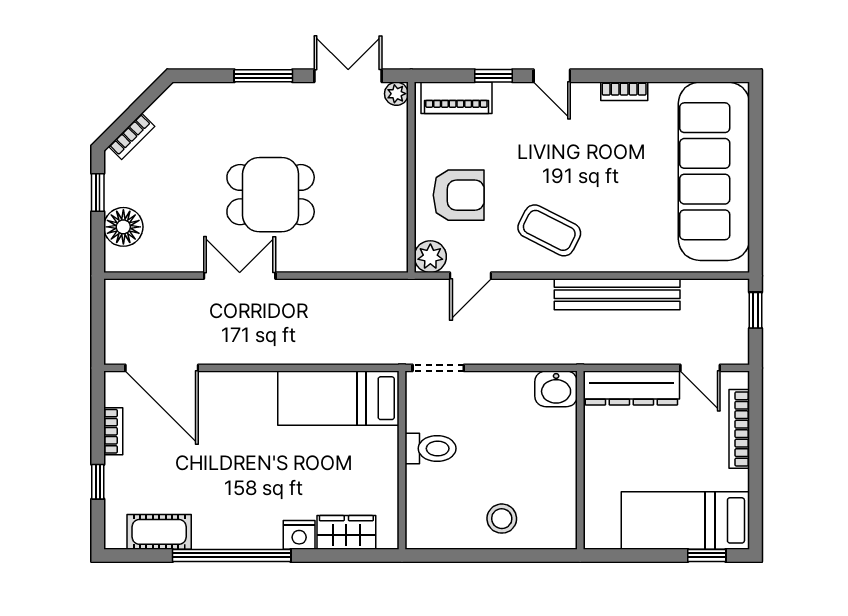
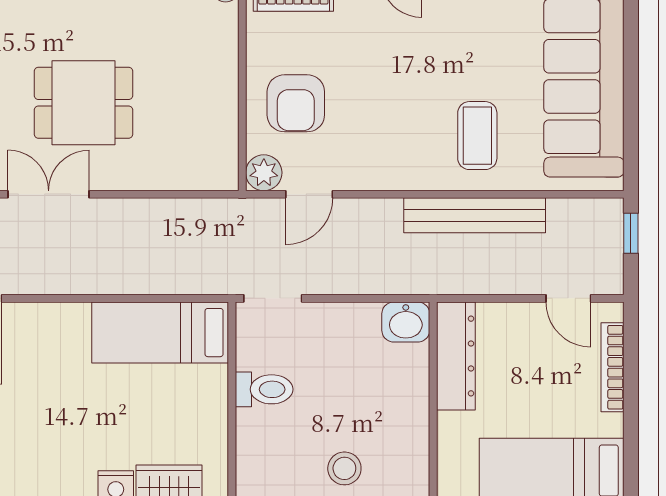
armchair: (459, 195) -> (296, 103), turned 90
coffee table: (549, 230) -> (477, 136), moved, turned 63
dresser: (631, 388) -> (456, 356), moved, turned -90

